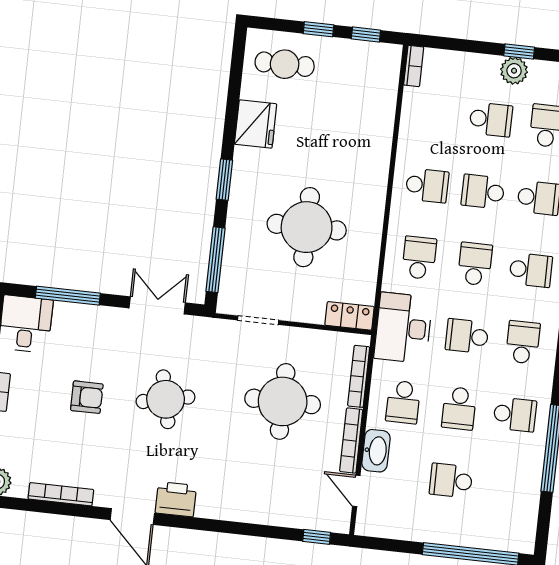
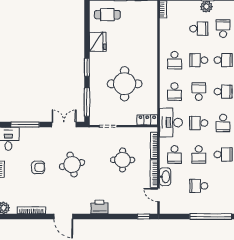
school desk: (427, 185) -> (174, 60), turned 90
school desk: (419, 258) -> (174, 92), turned 180
school desk: (523, 342) -> (223, 123), turned 180
round table: (283, 401) -> (123, 160), width x0.73, depth x0.73
printer: (176, 499) -> (99, 207), moved

